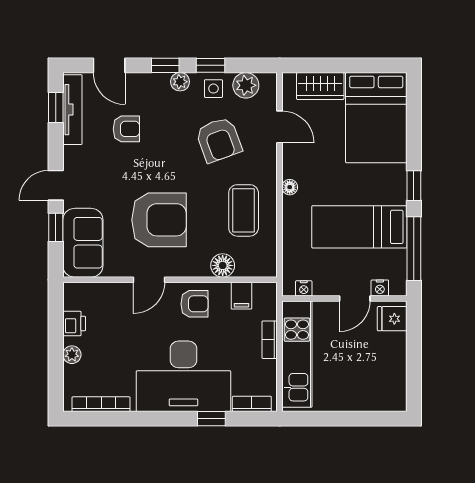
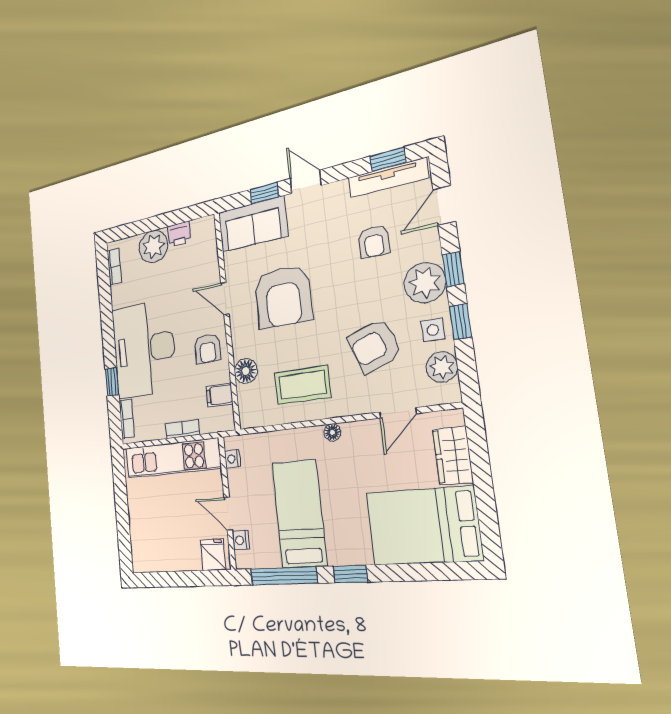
plant: (180, 82) -> (425, 283), width x1.88, depth x1.88
plant: (72, 355) -> (153, 246), width x1.88, depth x1.88
bookcase: (101, 404) -> (114, 267), width x0.64

